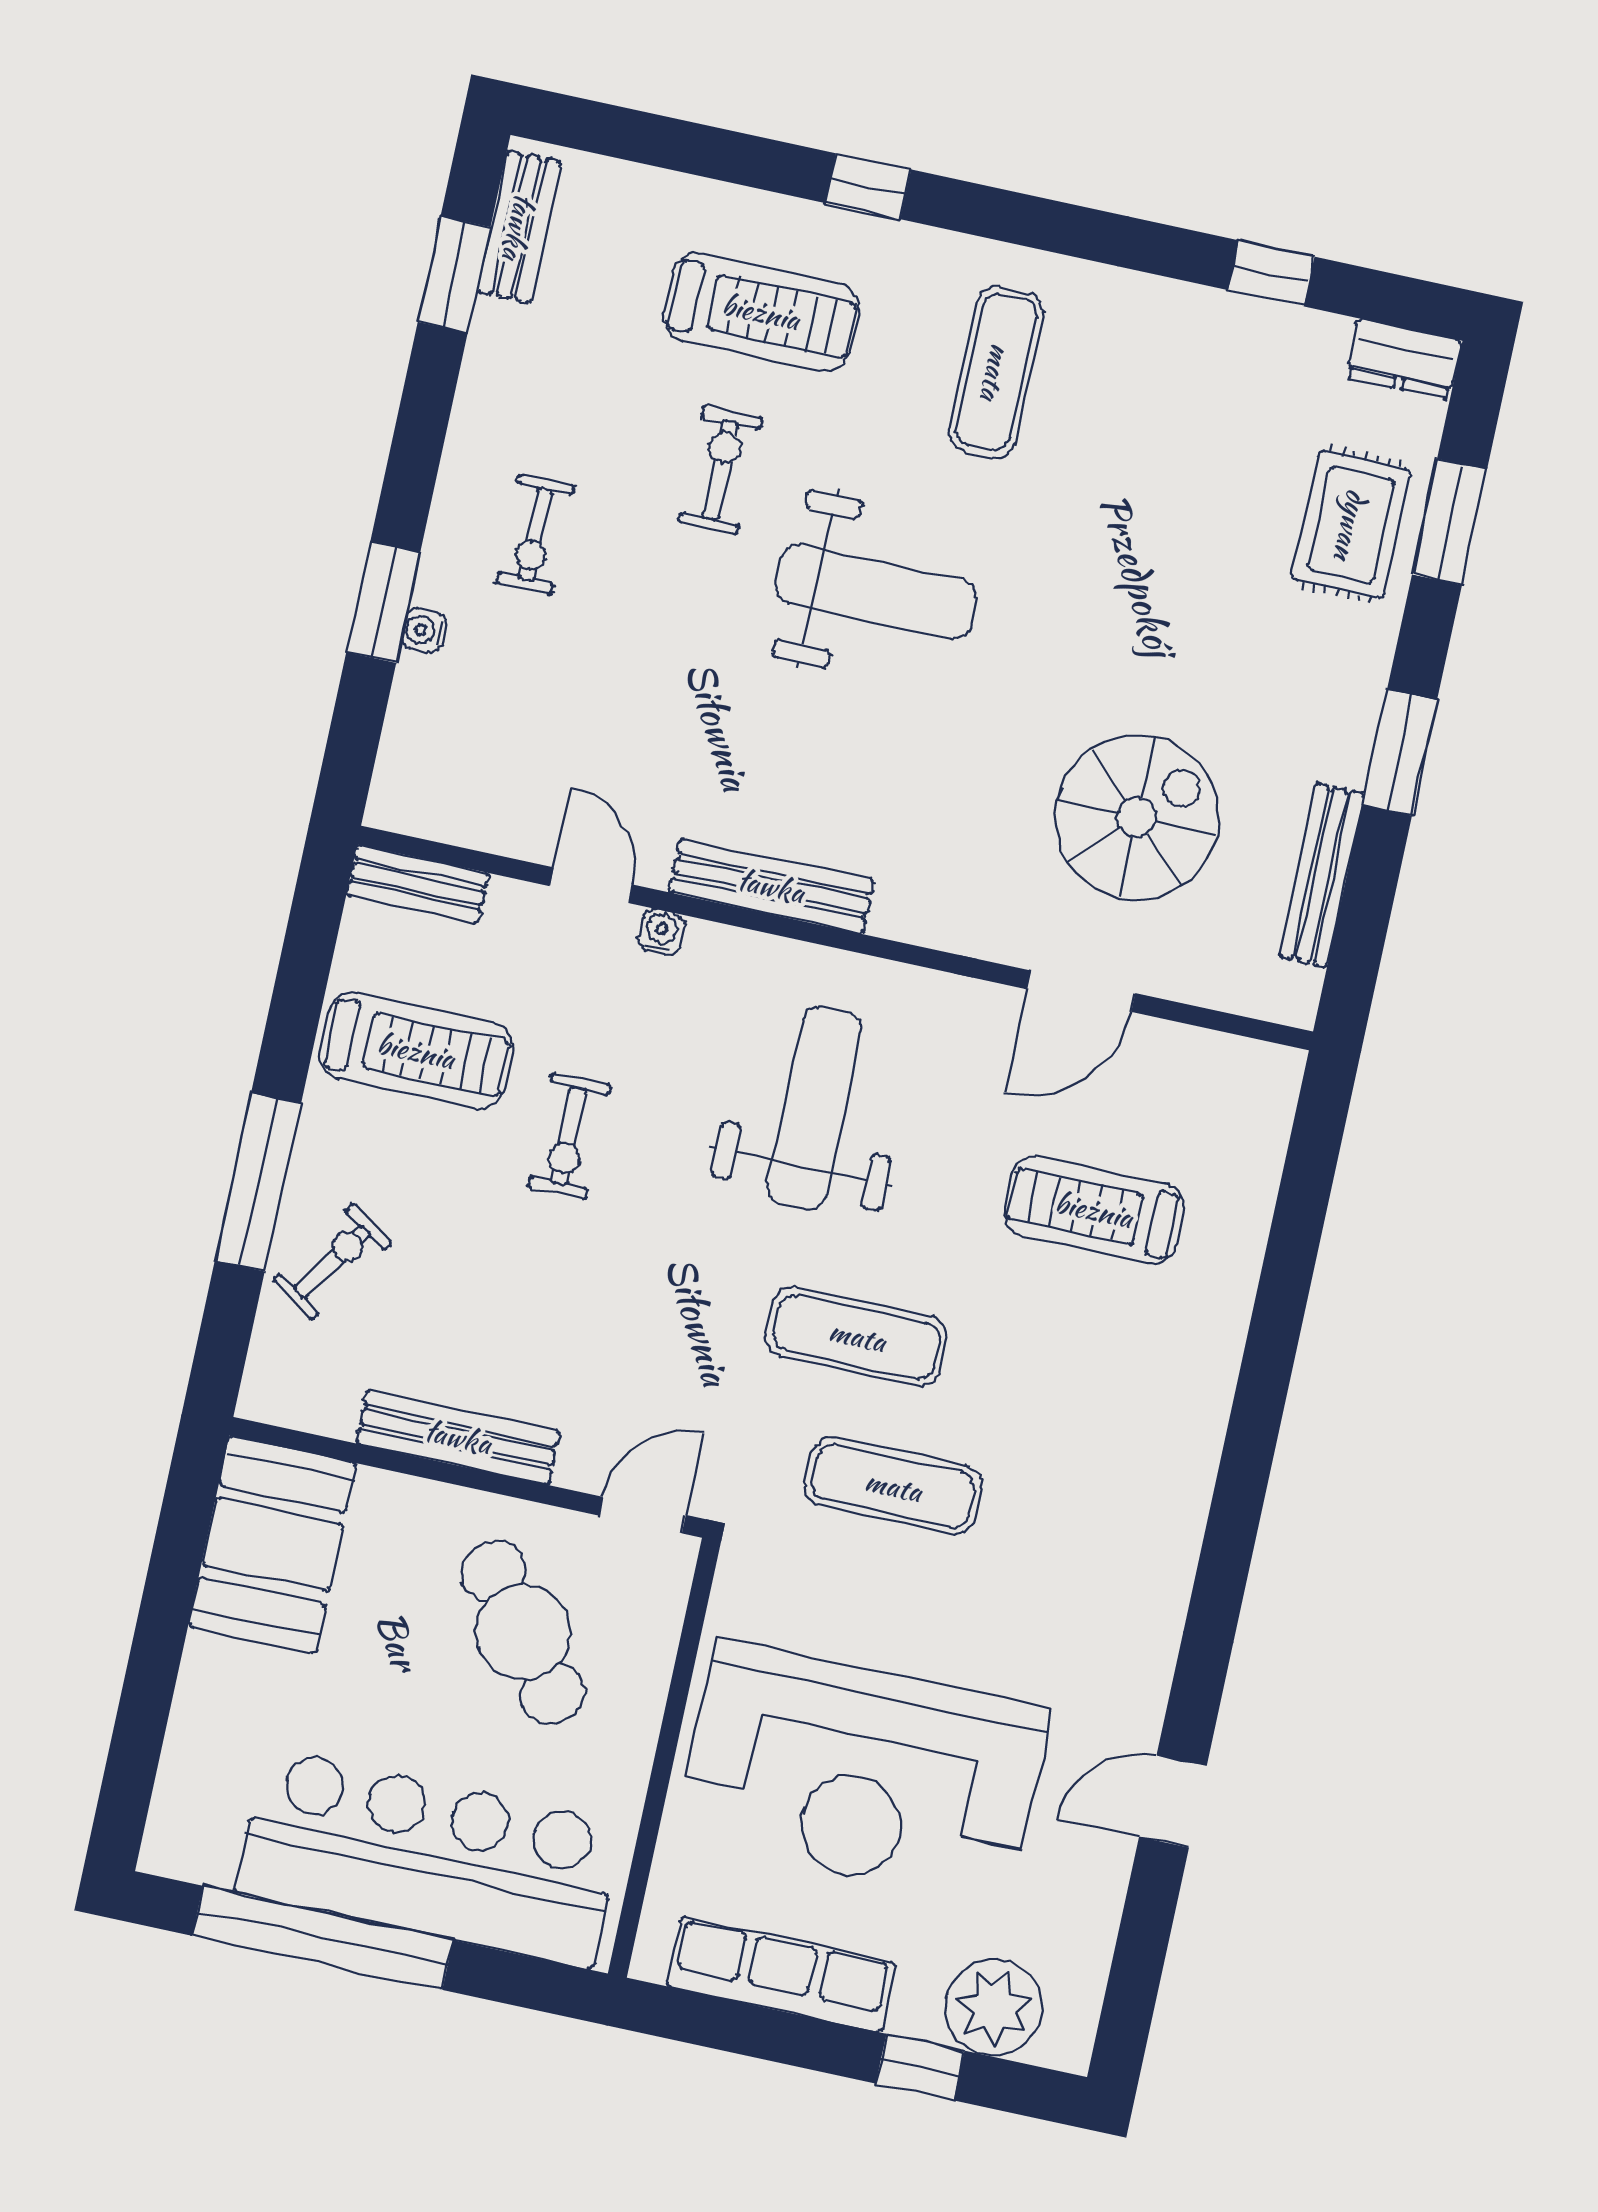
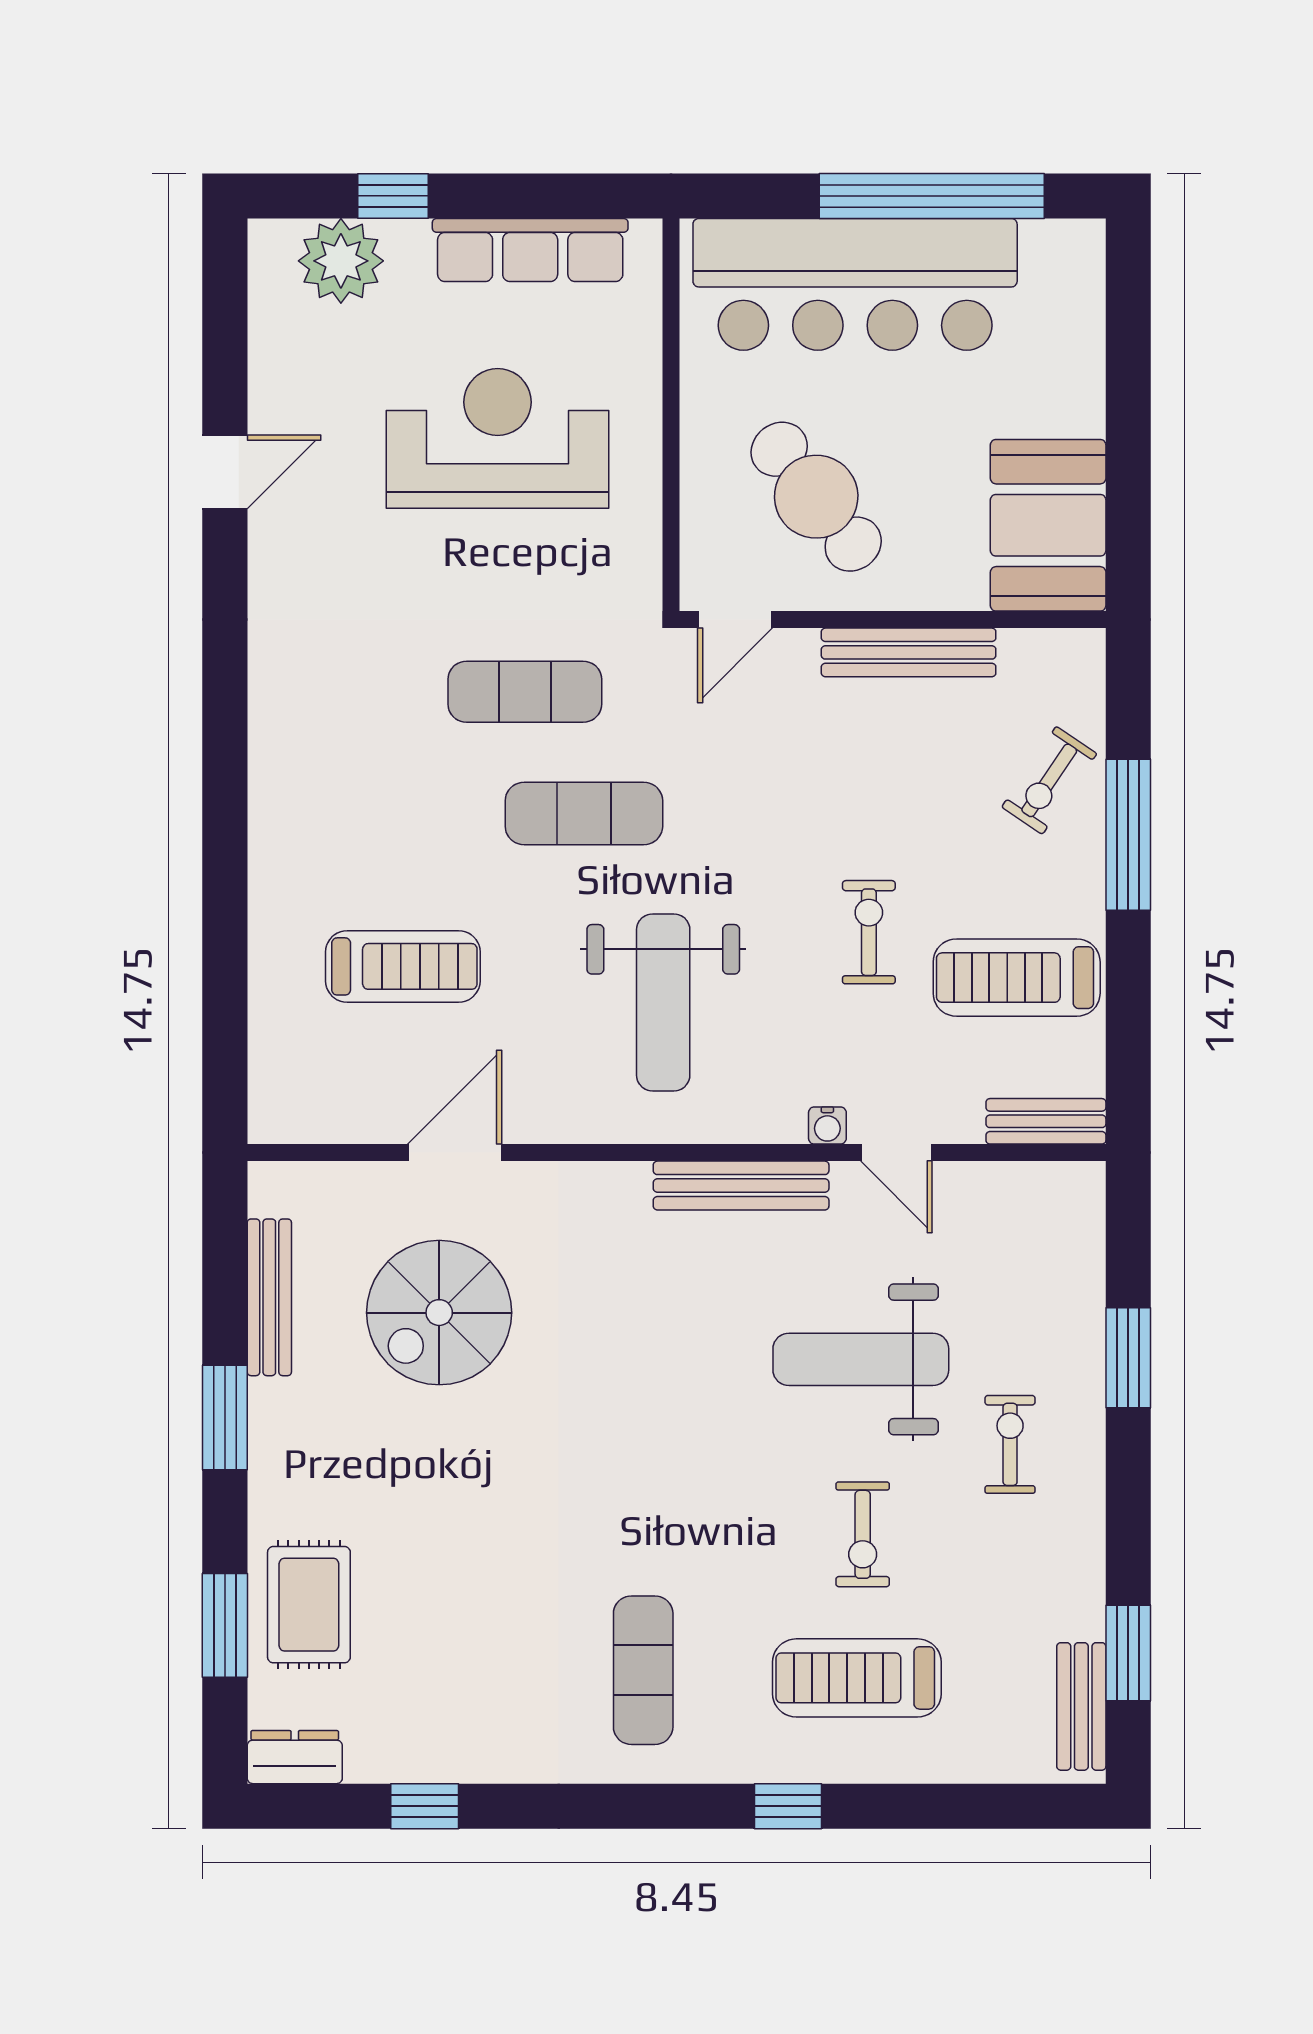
weight bench: (876, 592) -> (861, 1359), moved
water cooler: (424, 630) -> (1088, 1341), removed
reception desk: (862, 1773) -> (498, 438), width x0.74, depth x0.77

